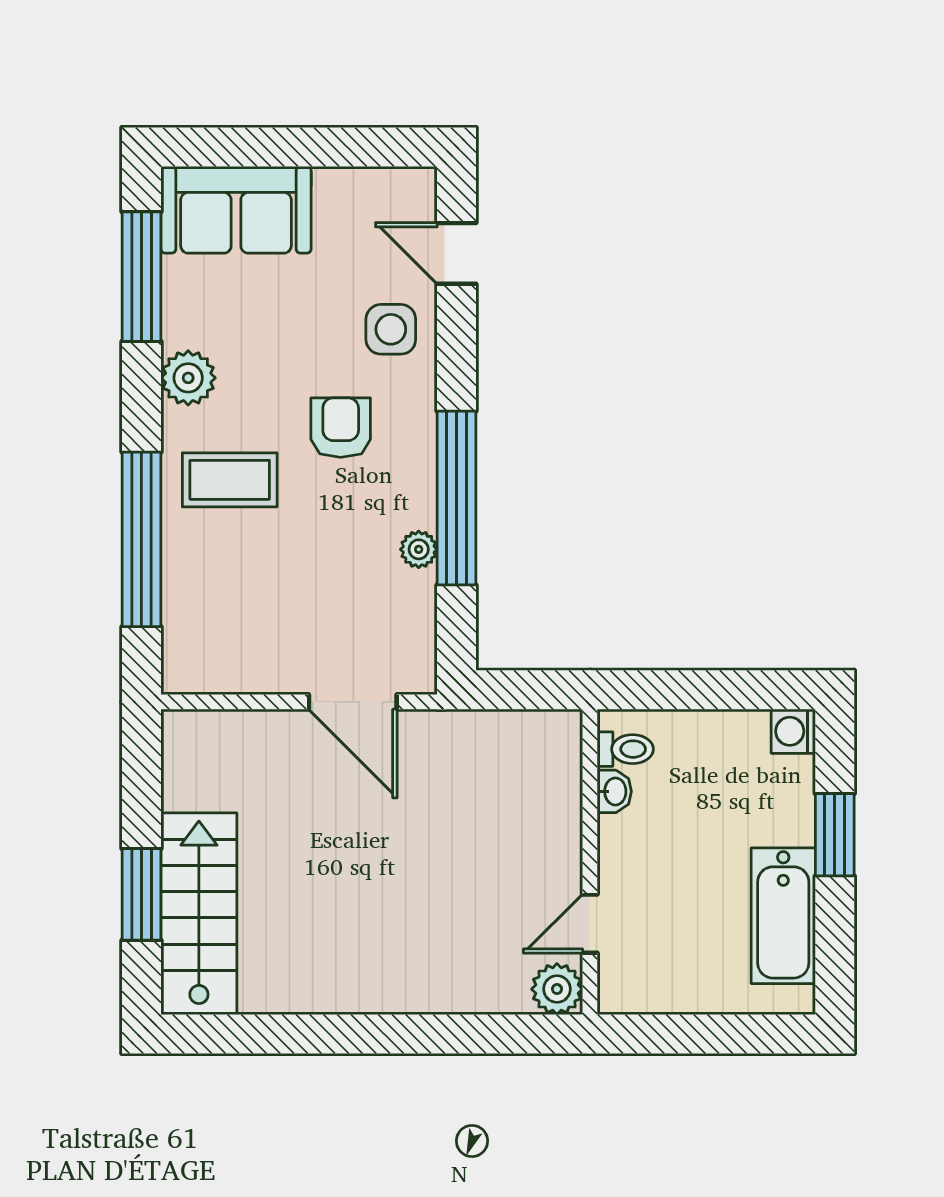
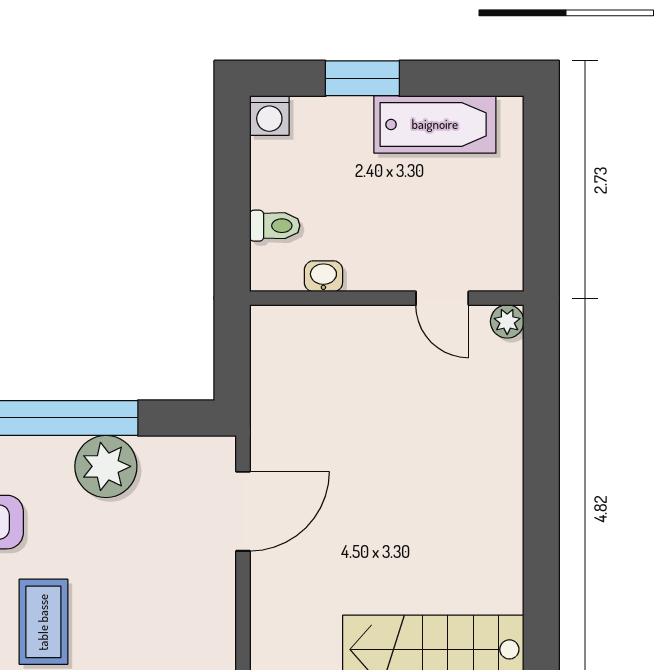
plant: (419, 549) -> (106, 466), width x1.87, depth x1.87
toilet: (625, 749) -> (275, 226), moved, turned 90
plant: (557, 989) -> (507, 321), width x0.73, depth x0.73

